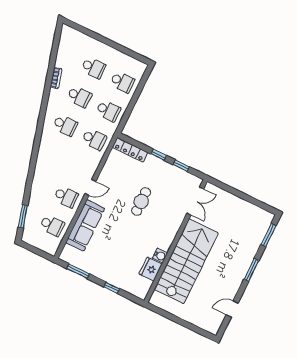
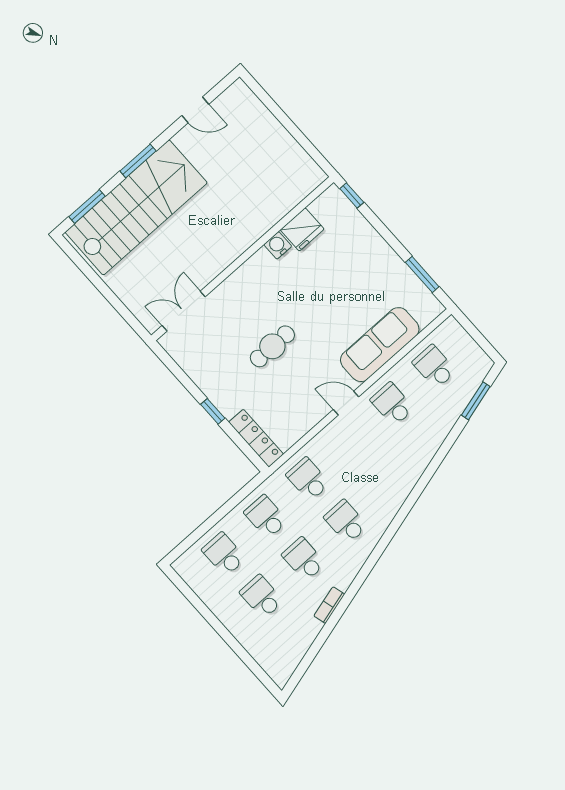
window: (181, 166) -> (183, 378), removed
stairs: (186, 261) -> (136, 207), moved, turned 180
window: (112, 288) -> (352, 195), moved

